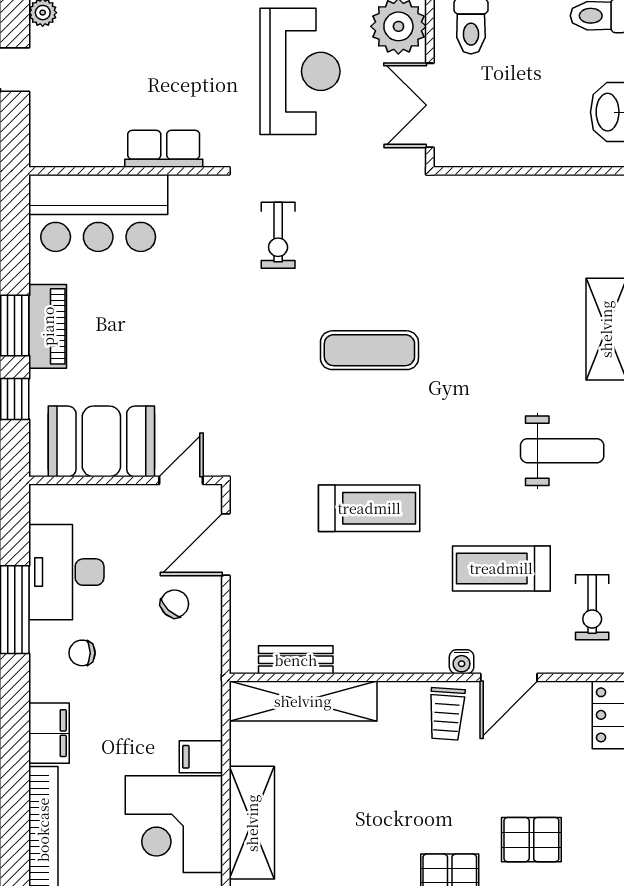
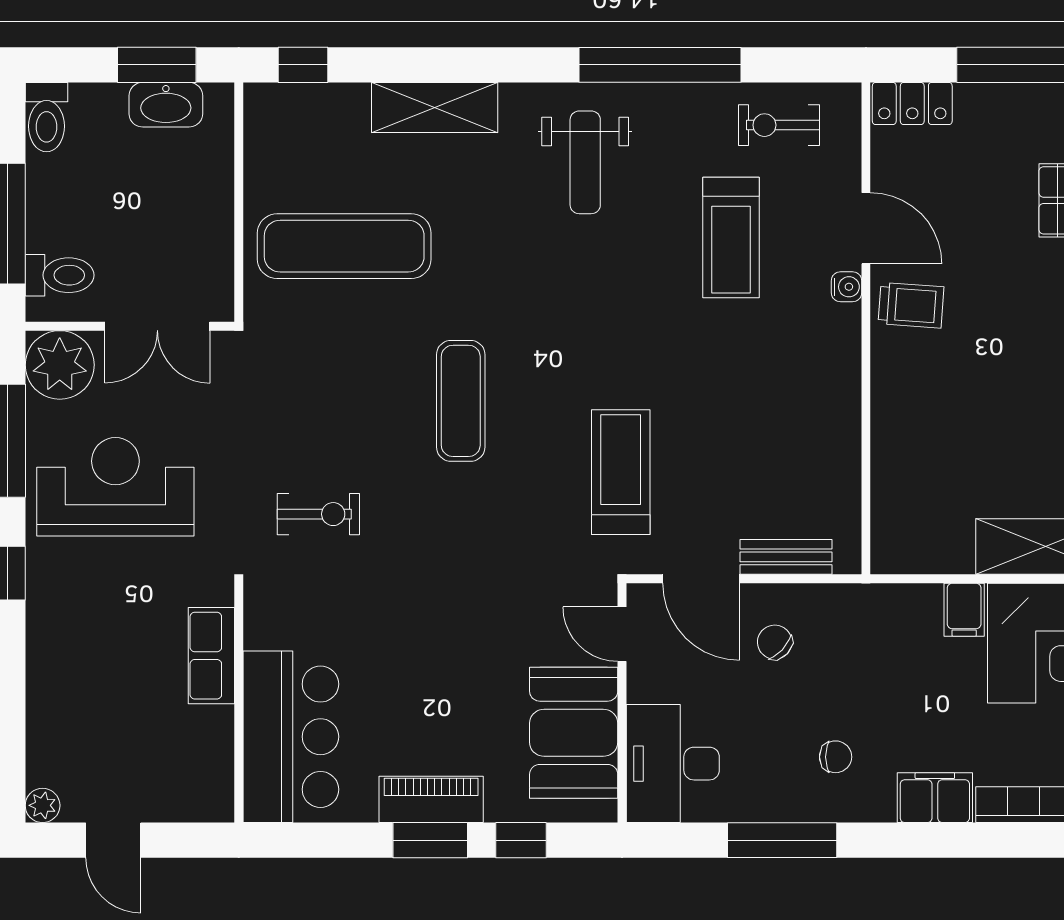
exercise mat: (494, 256) -> (344, 246), added
weight bench: (562, 451) -> (585, 162), turned 180
treadmill: (369, 508) -> (621, 472), moved
desk: (66, 572) -> (673, 764), moved, turned 90
exercise bike: (592, 607) -> (779, 125), turned 180
chair: (82, 653) -> (836, 757), turned -90
bench: (296, 660) -> (786, 557), moved, turned 90
shelving: (303, 701) -> (895, 483), removed

